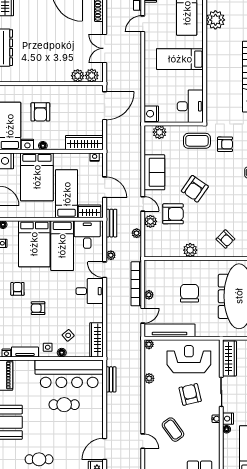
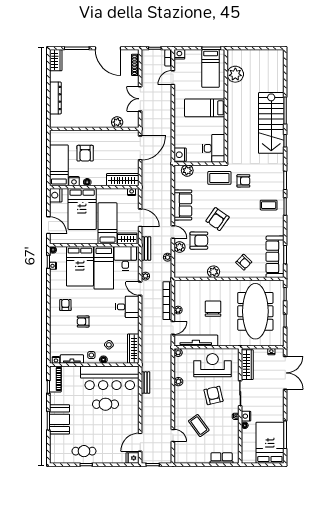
plant: (92, 75) -> (129, 122), removed

